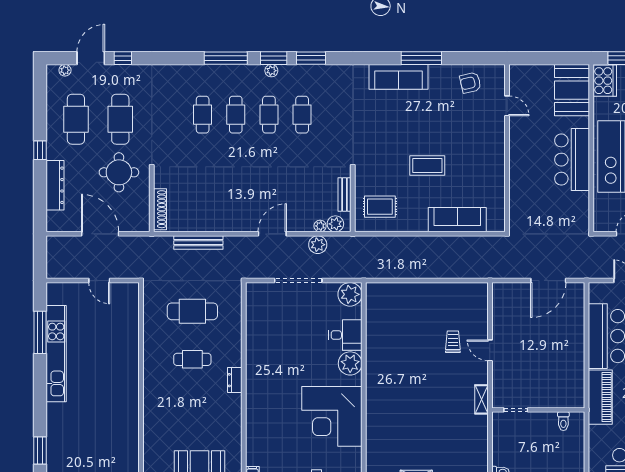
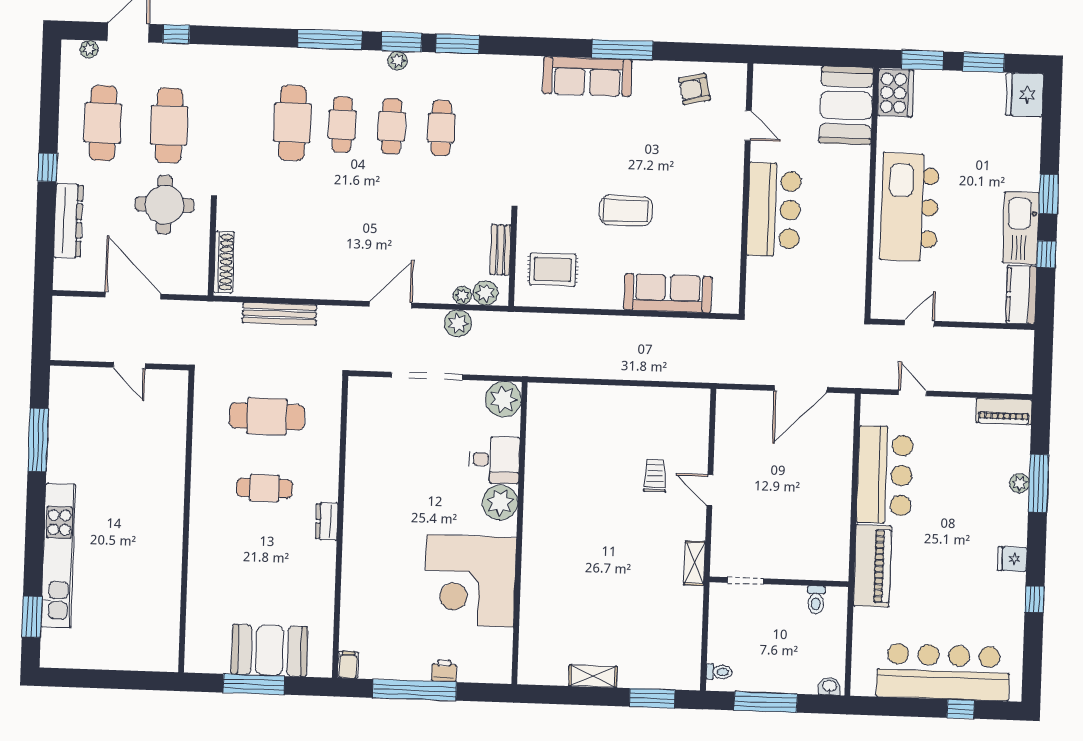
cafe table: (203, 115) -> (293, 123), width x1.37, depth x1.35
bar counter: (572, 160) -> (774, 210), moved, turned 180
kitchen unit: (56, 354) -> (58, 555), moved

